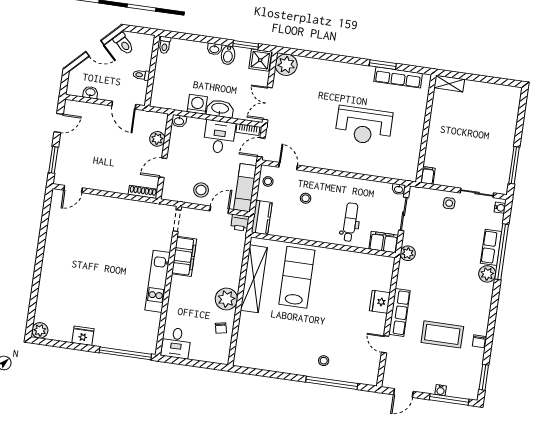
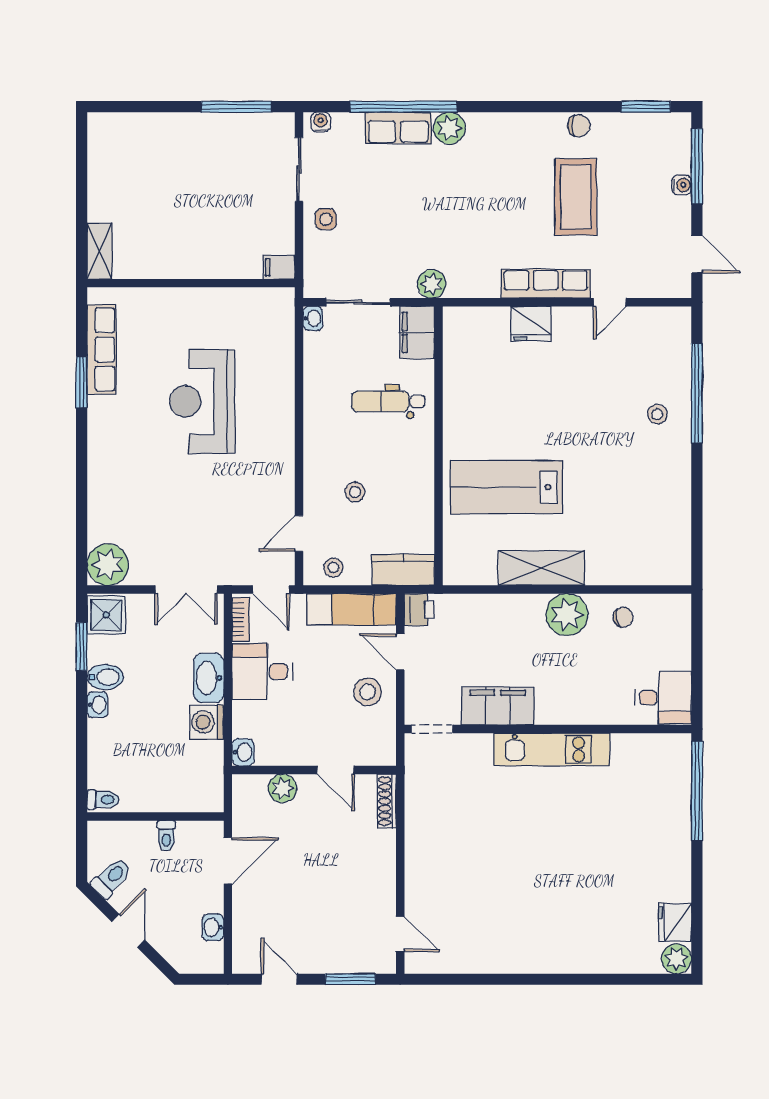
reception desk: (364, 126) -> (202, 401), turned 180
shelving: (254, 279) -> (541, 568), width x0.68
fridge: (83, 336) -> (675, 922), moved

